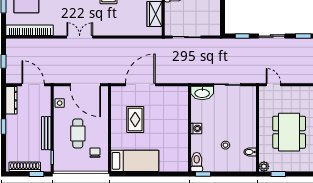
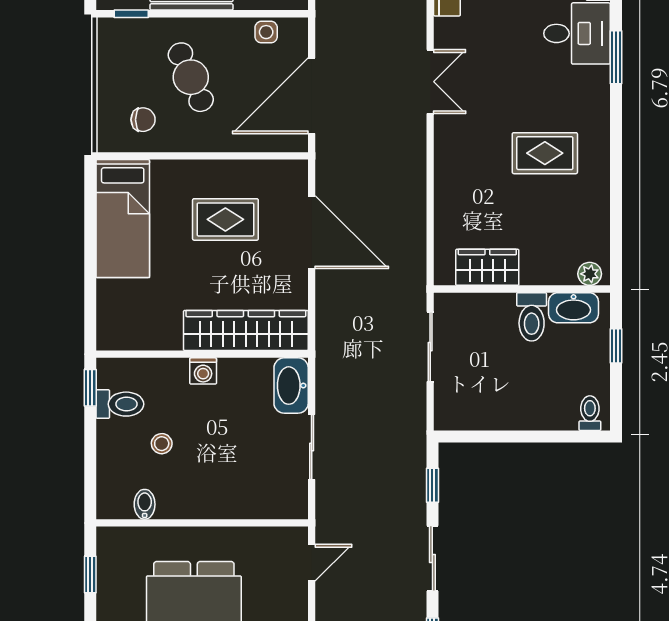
wardrobe: (180, 111) -> (246, 330), added
cafe table: (78, 133) -> (191, 77), turned 66
toilet: (197, 162) -> (120, 404), moved
plant: (264, 166) -> (109, 539), removed

